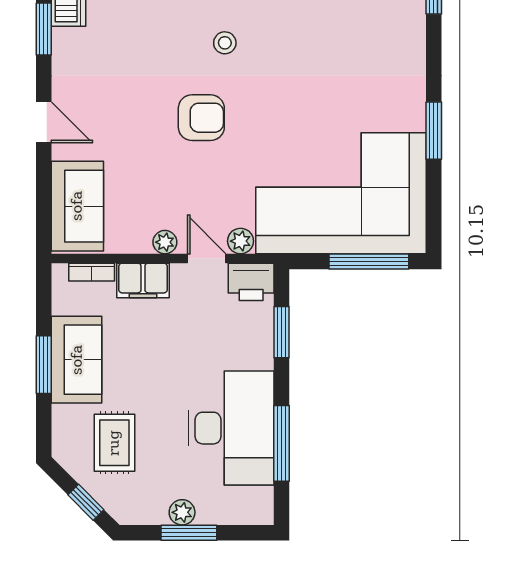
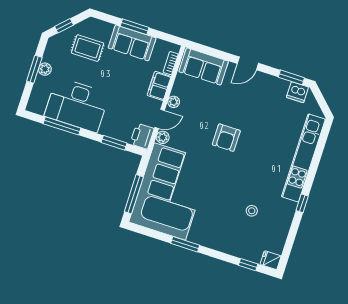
stool: (225, 43) -> (252, 211), moved

